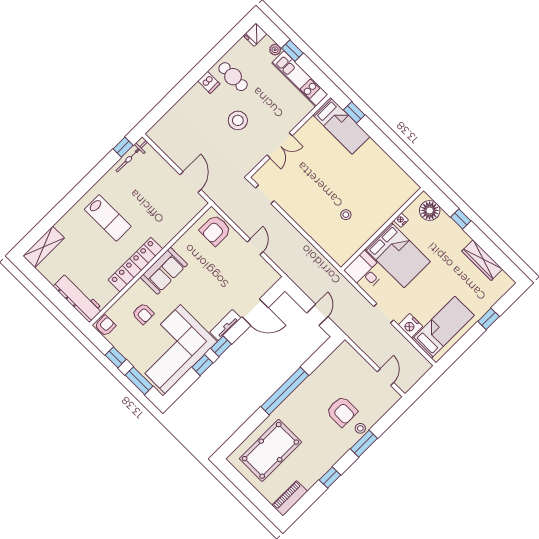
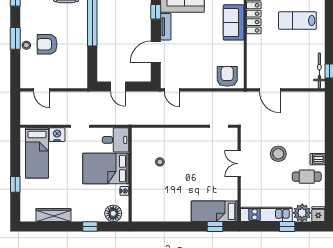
plant: (275, 50) -> (302, 213), width x1.88, depth x1.88
door: (255, 247) -> (172, 90), moved

